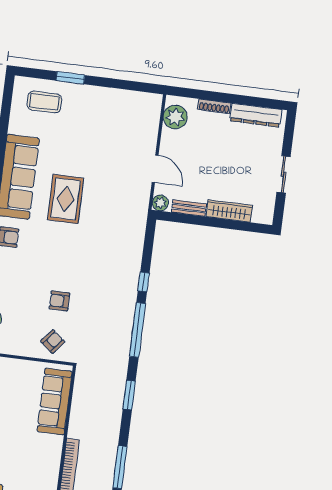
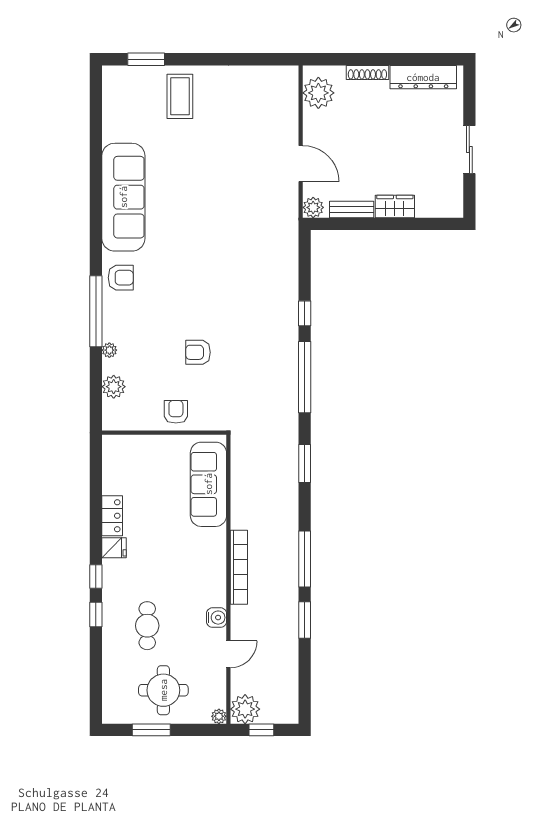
window: (70, 78) -> (146, 59), moved
coffee table: (44, 102) -> (180, 96), moved, turned 90
rug: (66, 199) -> (189, 218), removed
wardrobe: (229, 211) -> (395, 207), width x0.67
armchair: (53, 341) -> (176, 412), moved, turned -39

